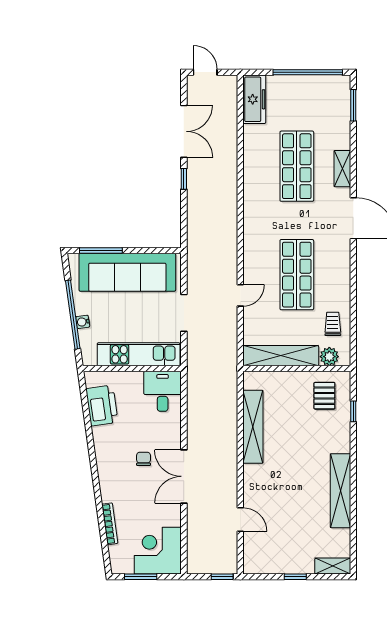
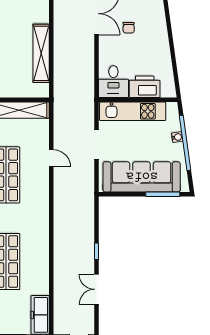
double door: (184, 131) -> (96, 289), width x0.73
door: (240, 295) -> (51, 158), swing flipped
printer: (102, 406) -> (145, 87), moved, turned 98

